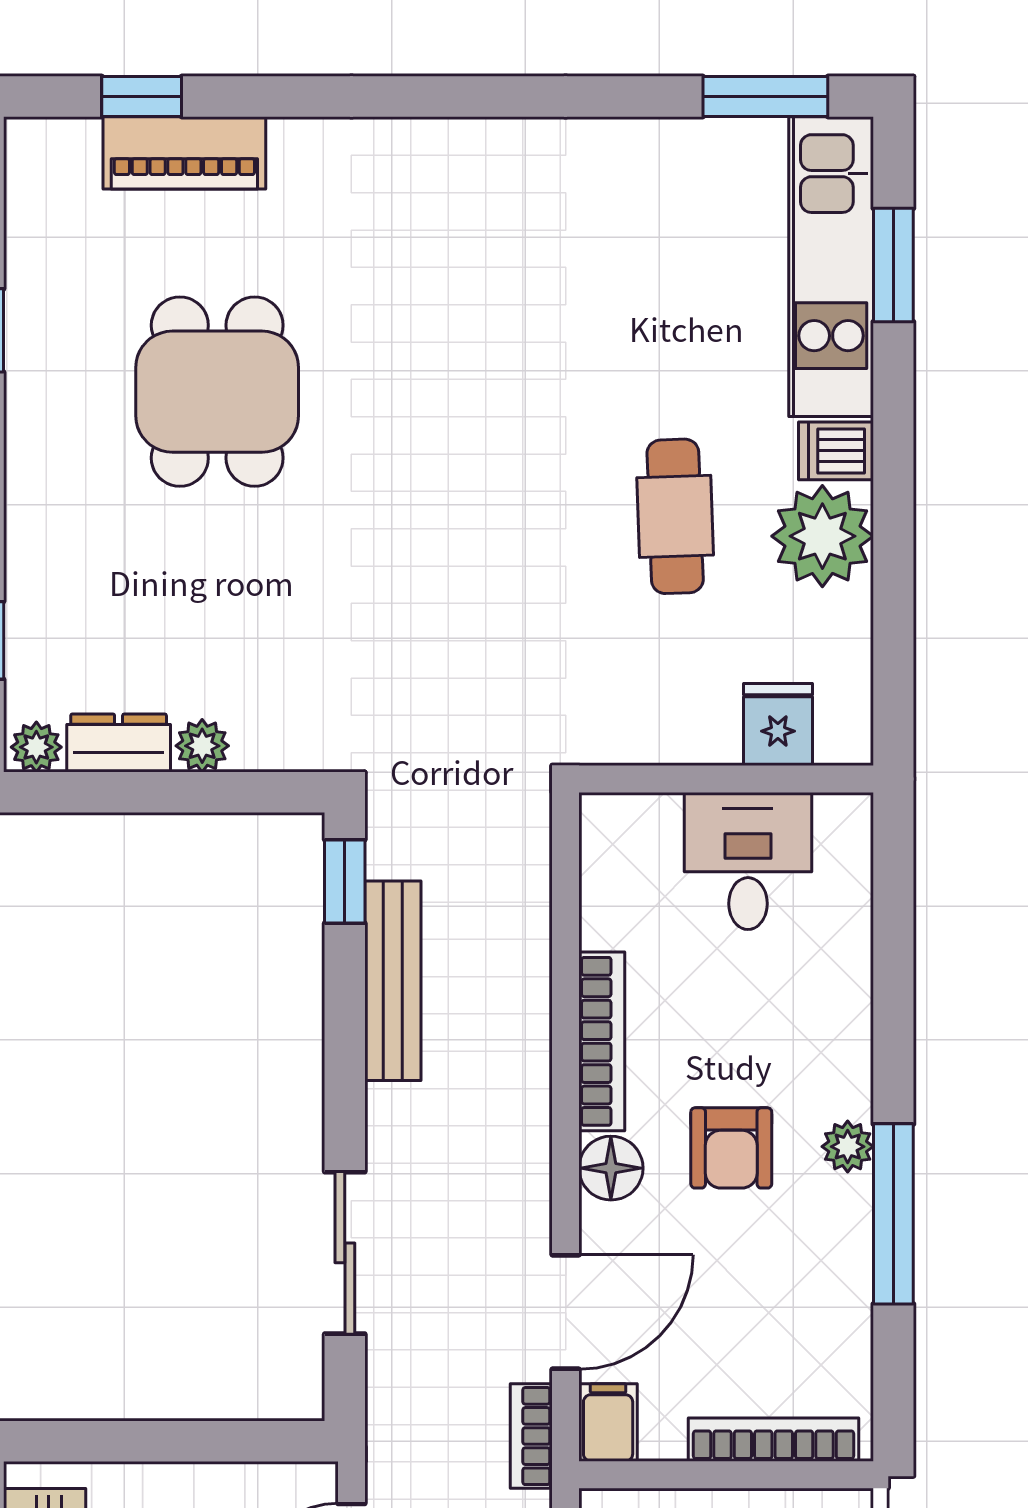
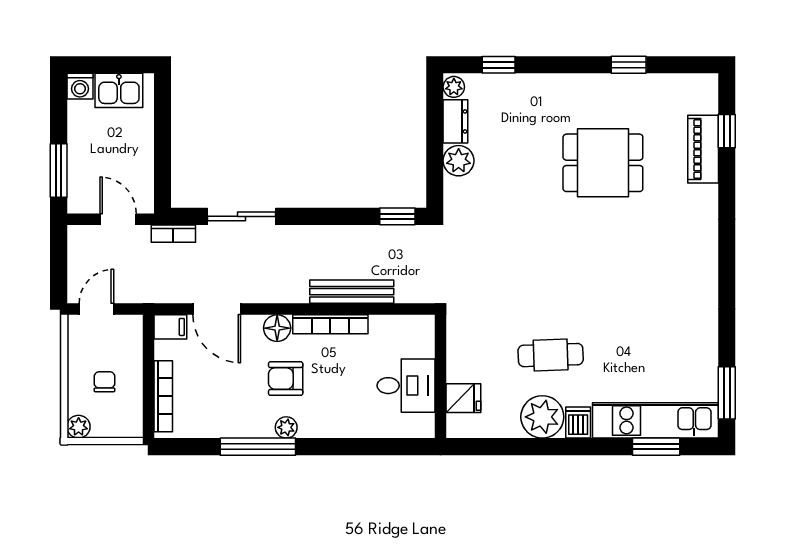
plant: (202, 746) -> (459, 161), width x1.38, depth x1.38
bench: (393, 981) -> (352, 292), moved
bookcase: (531, 1436) -> (173, 234), moved, turned 180

